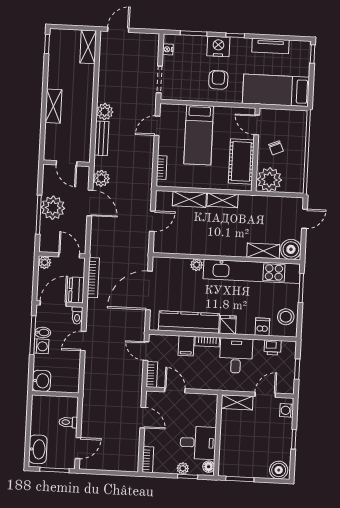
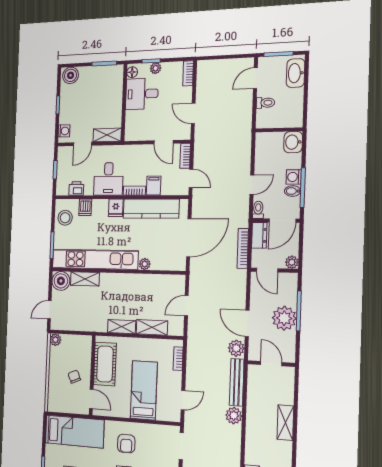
bench: (102, 138) -> (237, 382), width x1.36
plant: (269, 180) -> (55, 340), moved, width x0.53, depth x0.53

